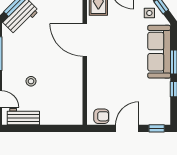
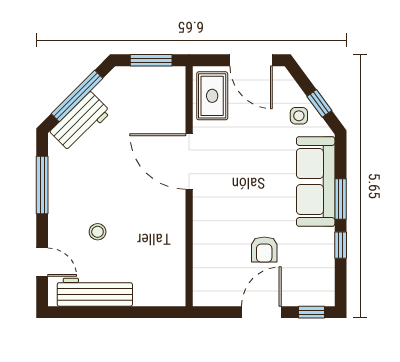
armchair: (101, 116) -> (264, 250), moved, turned 90
workbench: (23, 117) -> (95, 292), width x1.38

